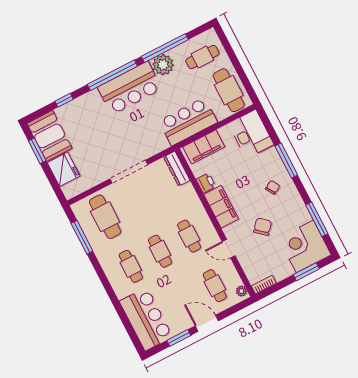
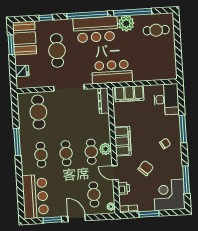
cafe table: (229, 90) -> (57, 51), moved
bar counter: (188, 122) -> (112, 72), moved
fridge: (64, 169) -> (22, 71), width x0.53, depth x0.75
printer: (206, 183) -> (124, 188), moved
plant: (205, 225) -> (105, 149), added
window: (82, 237) -> (17, 142), moved
window: (306, 272) -> (149, 214), moved

